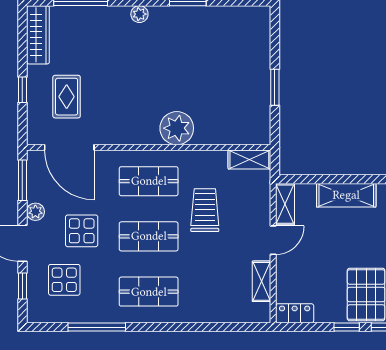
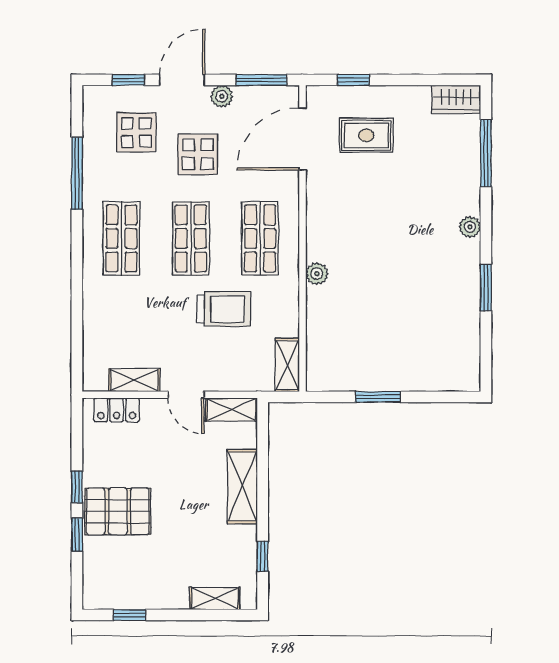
wardrobe: (38, 35) -> (456, 99), width x0.67
window: (22, 90) -> (353, 80), moved
plant: (177, 128) -> (317, 274), width x0.53, depth x0.53
locker: (295, 313) -> (117, 410), moved, turned 90

